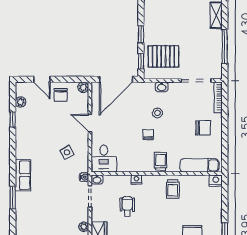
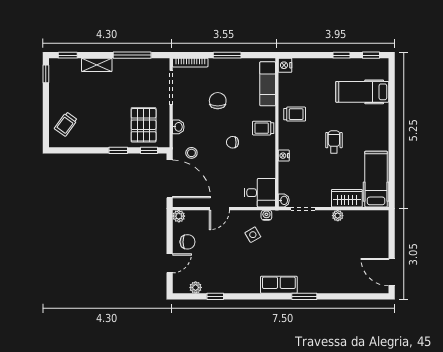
stool: (157, 113) -> (191, 153), moved
chair: (203, 128) -> (218, 101), moved
window: (225, 130) -> (227, 55), added
water cooler: (84, 177) -> (266, 215), moved
wheelchair: (127, 206) -> (334, 142), moved, turned 90

